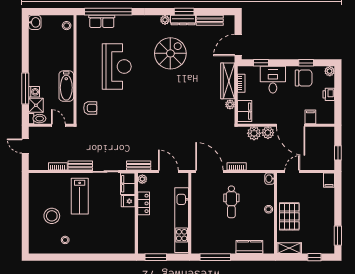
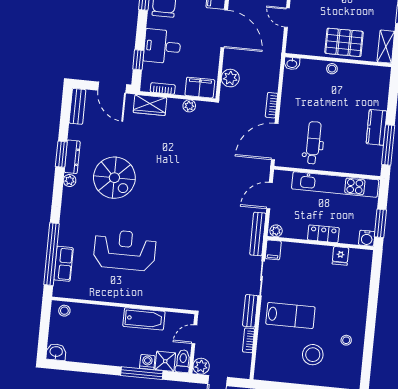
bench: (210, 20) -> (77, 106), moved
spiral stairs: (170, 53) -> (114, 178), turned 180
wardrobe: (228, 81) -> (150, 105), width x0.67
armchair: (90, 108) -> (176, 290), removed
door: (291, 125) -> (224, 29), hinge flipped
plant: (268, 133) -> (201, 366), moved
bench: (139, 166) -> (258, 234), width x1.36
door: (292, 172) -> (287, 18), moved
filing cabinet: (128, 184) -> (273, 250), width x0.50
fridge: (128, 201) -> (340, 256), moved
dental chair: (231, 202) -> (313, 143), moved, turned -90
locker: (144, 203) -> (323, 234), moved
kitchen counter: (249, 247) -> (376, 127), moved
water cooler: (143, 248) -> (367, 238), added

